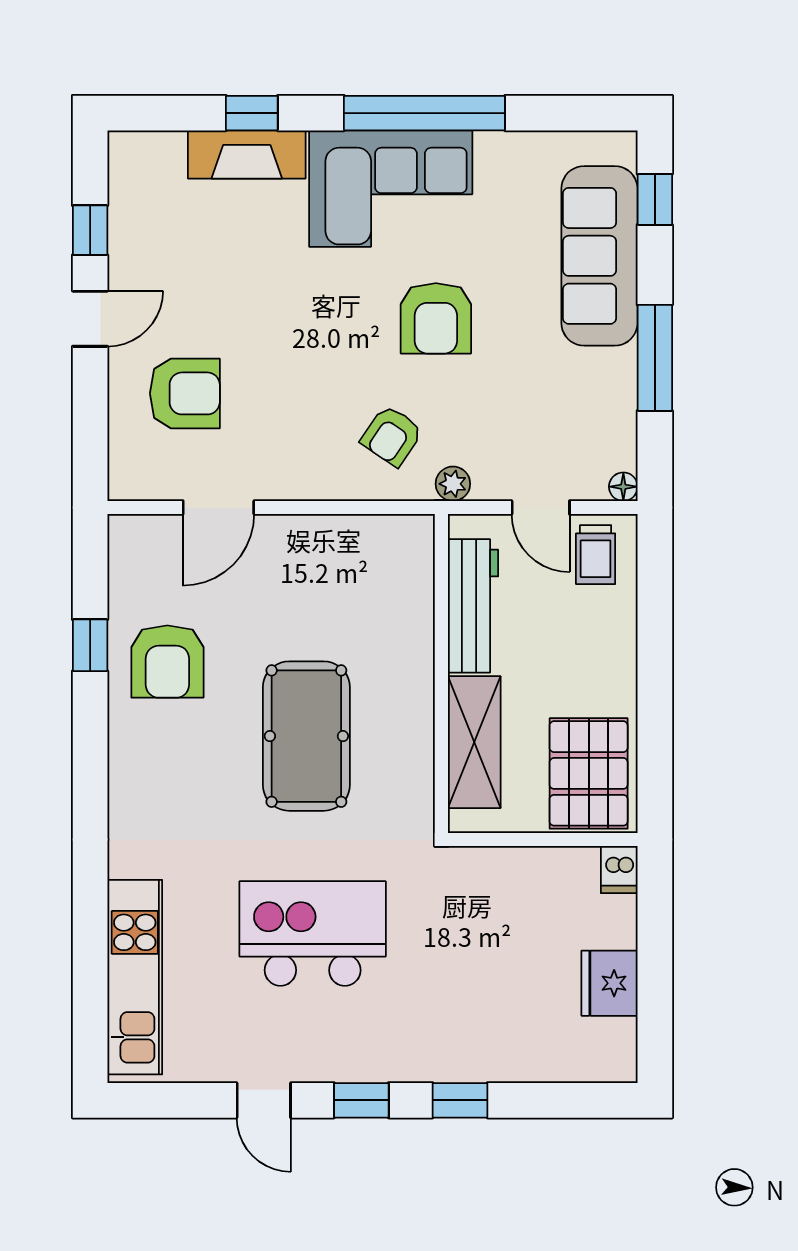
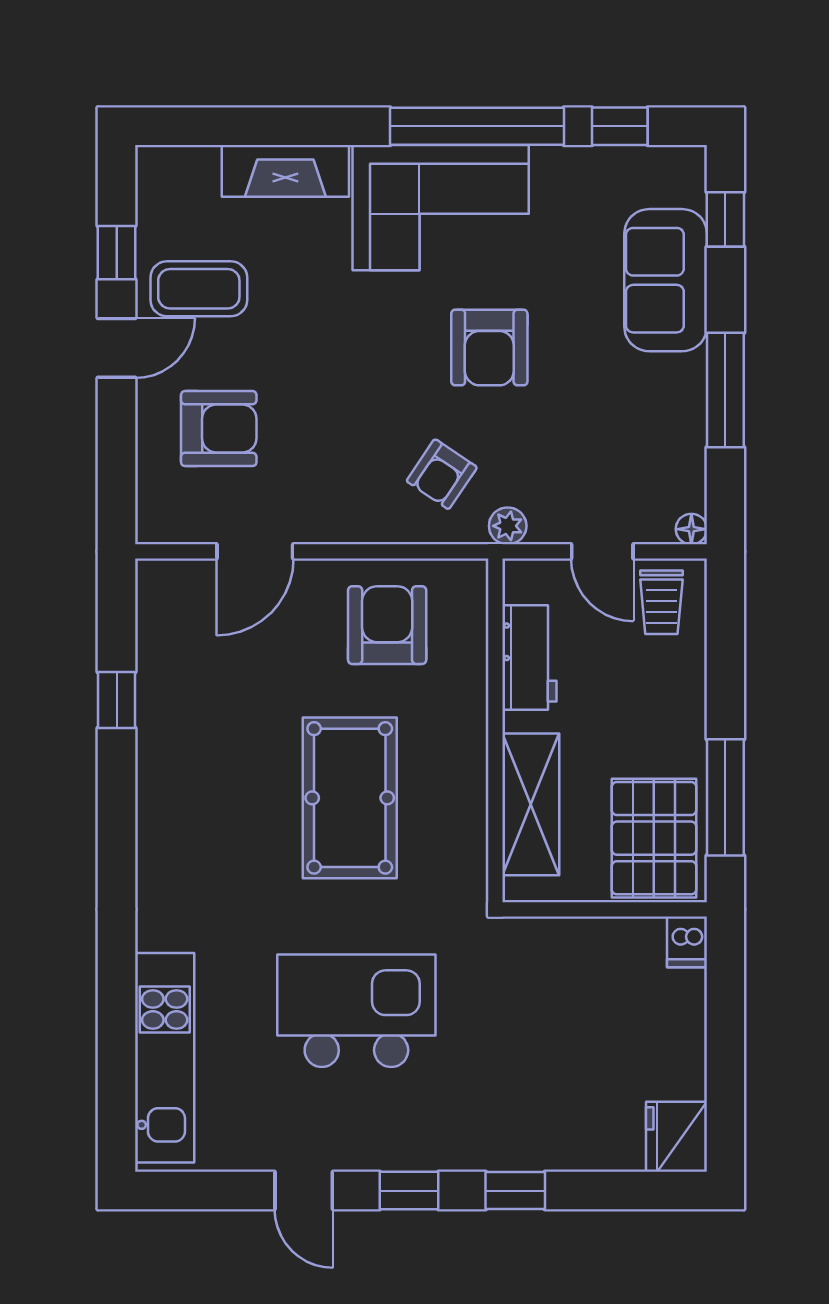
window: (252, 113) -> (620, 126), moved
sofa: (599, 256) -> (666, 280), width x0.73
coffee table: (166, 264) -> (199, 289), added
workbench: (473, 606) -> (529, 658), width x0.73
armchair: (167, 662) -> (387, 625), moved, turned 180
window: (655, 736) -> (725, 797), added
fridge: (610, 983) -> (676, 1137), moved

